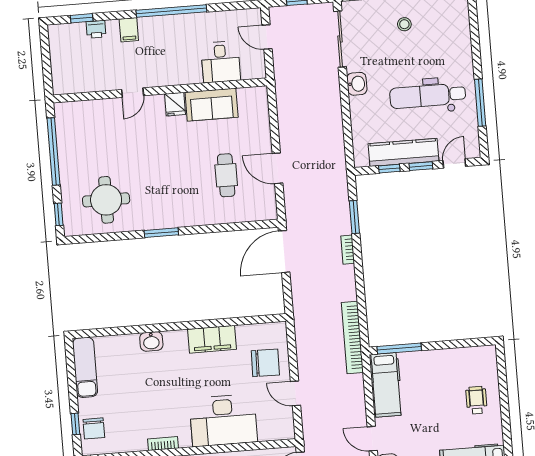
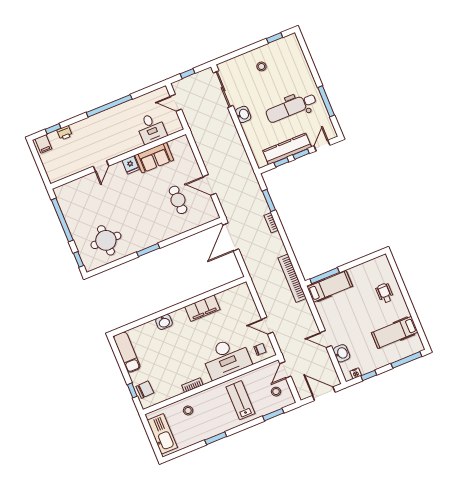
filing cabinet: (129, 30) -> (43, 144), moved
chair: (265, 363) -> (260, 349), moved, width x0.54, depth x0.54
hospital bed: (386, 385) -> (330, 287), moved, turned -90
chair: (94, 428) -> (145, 390), turned -93

